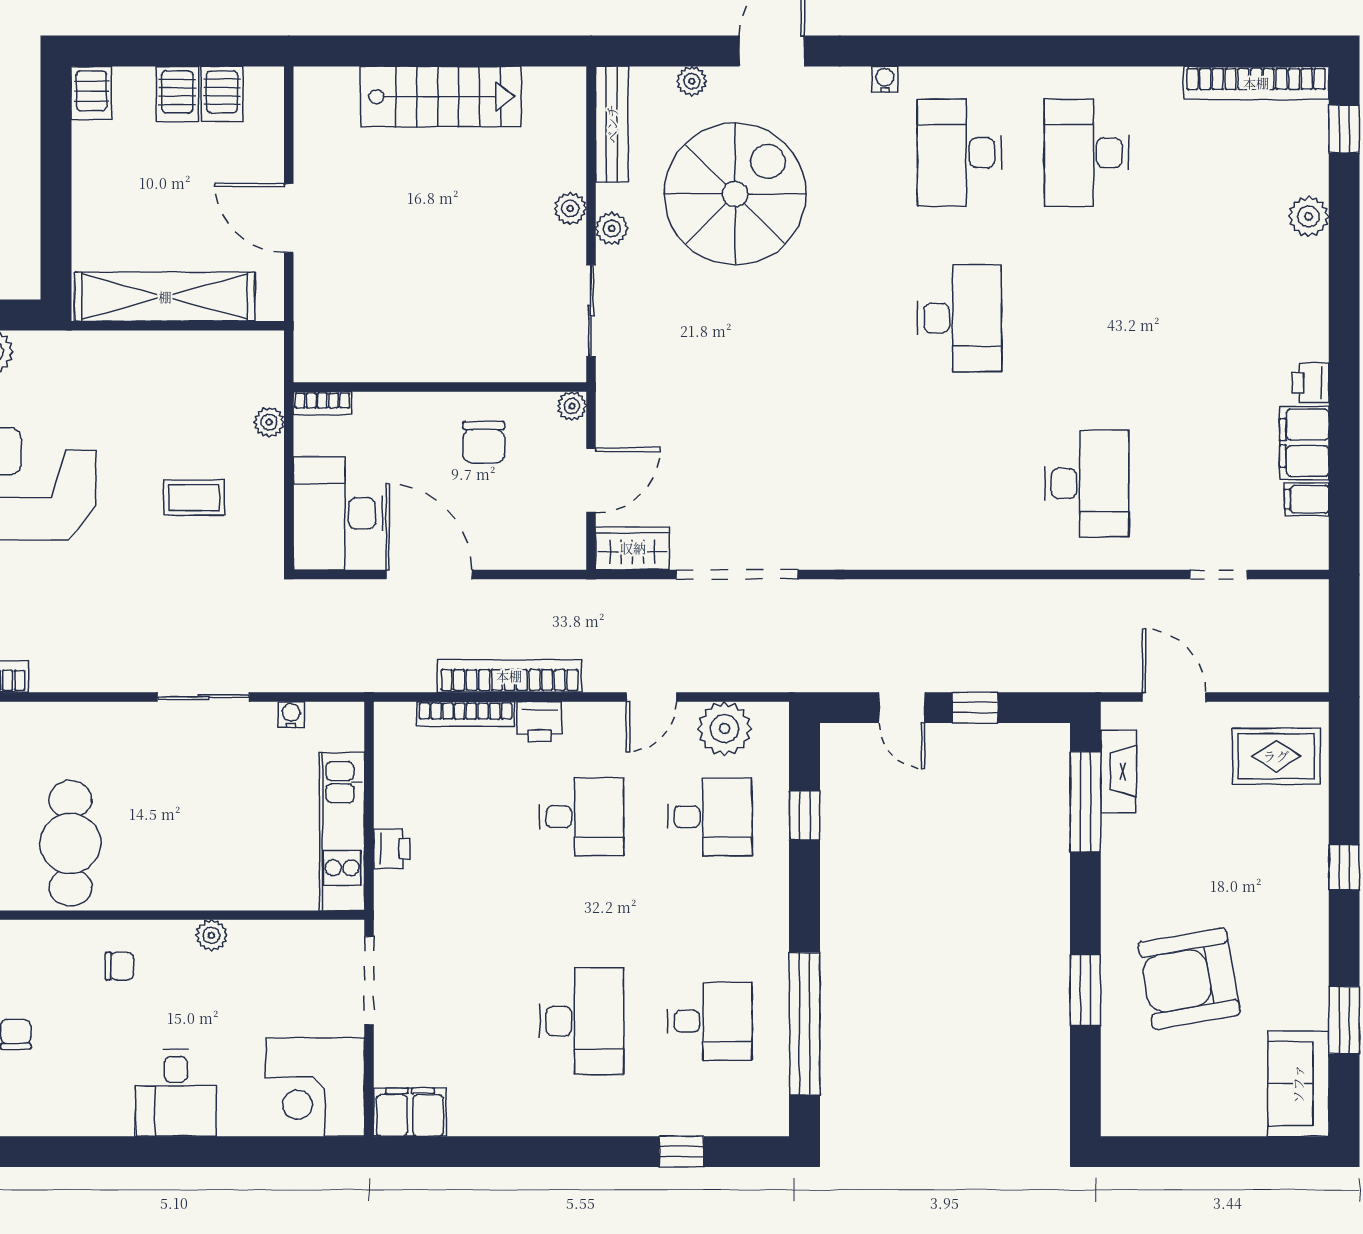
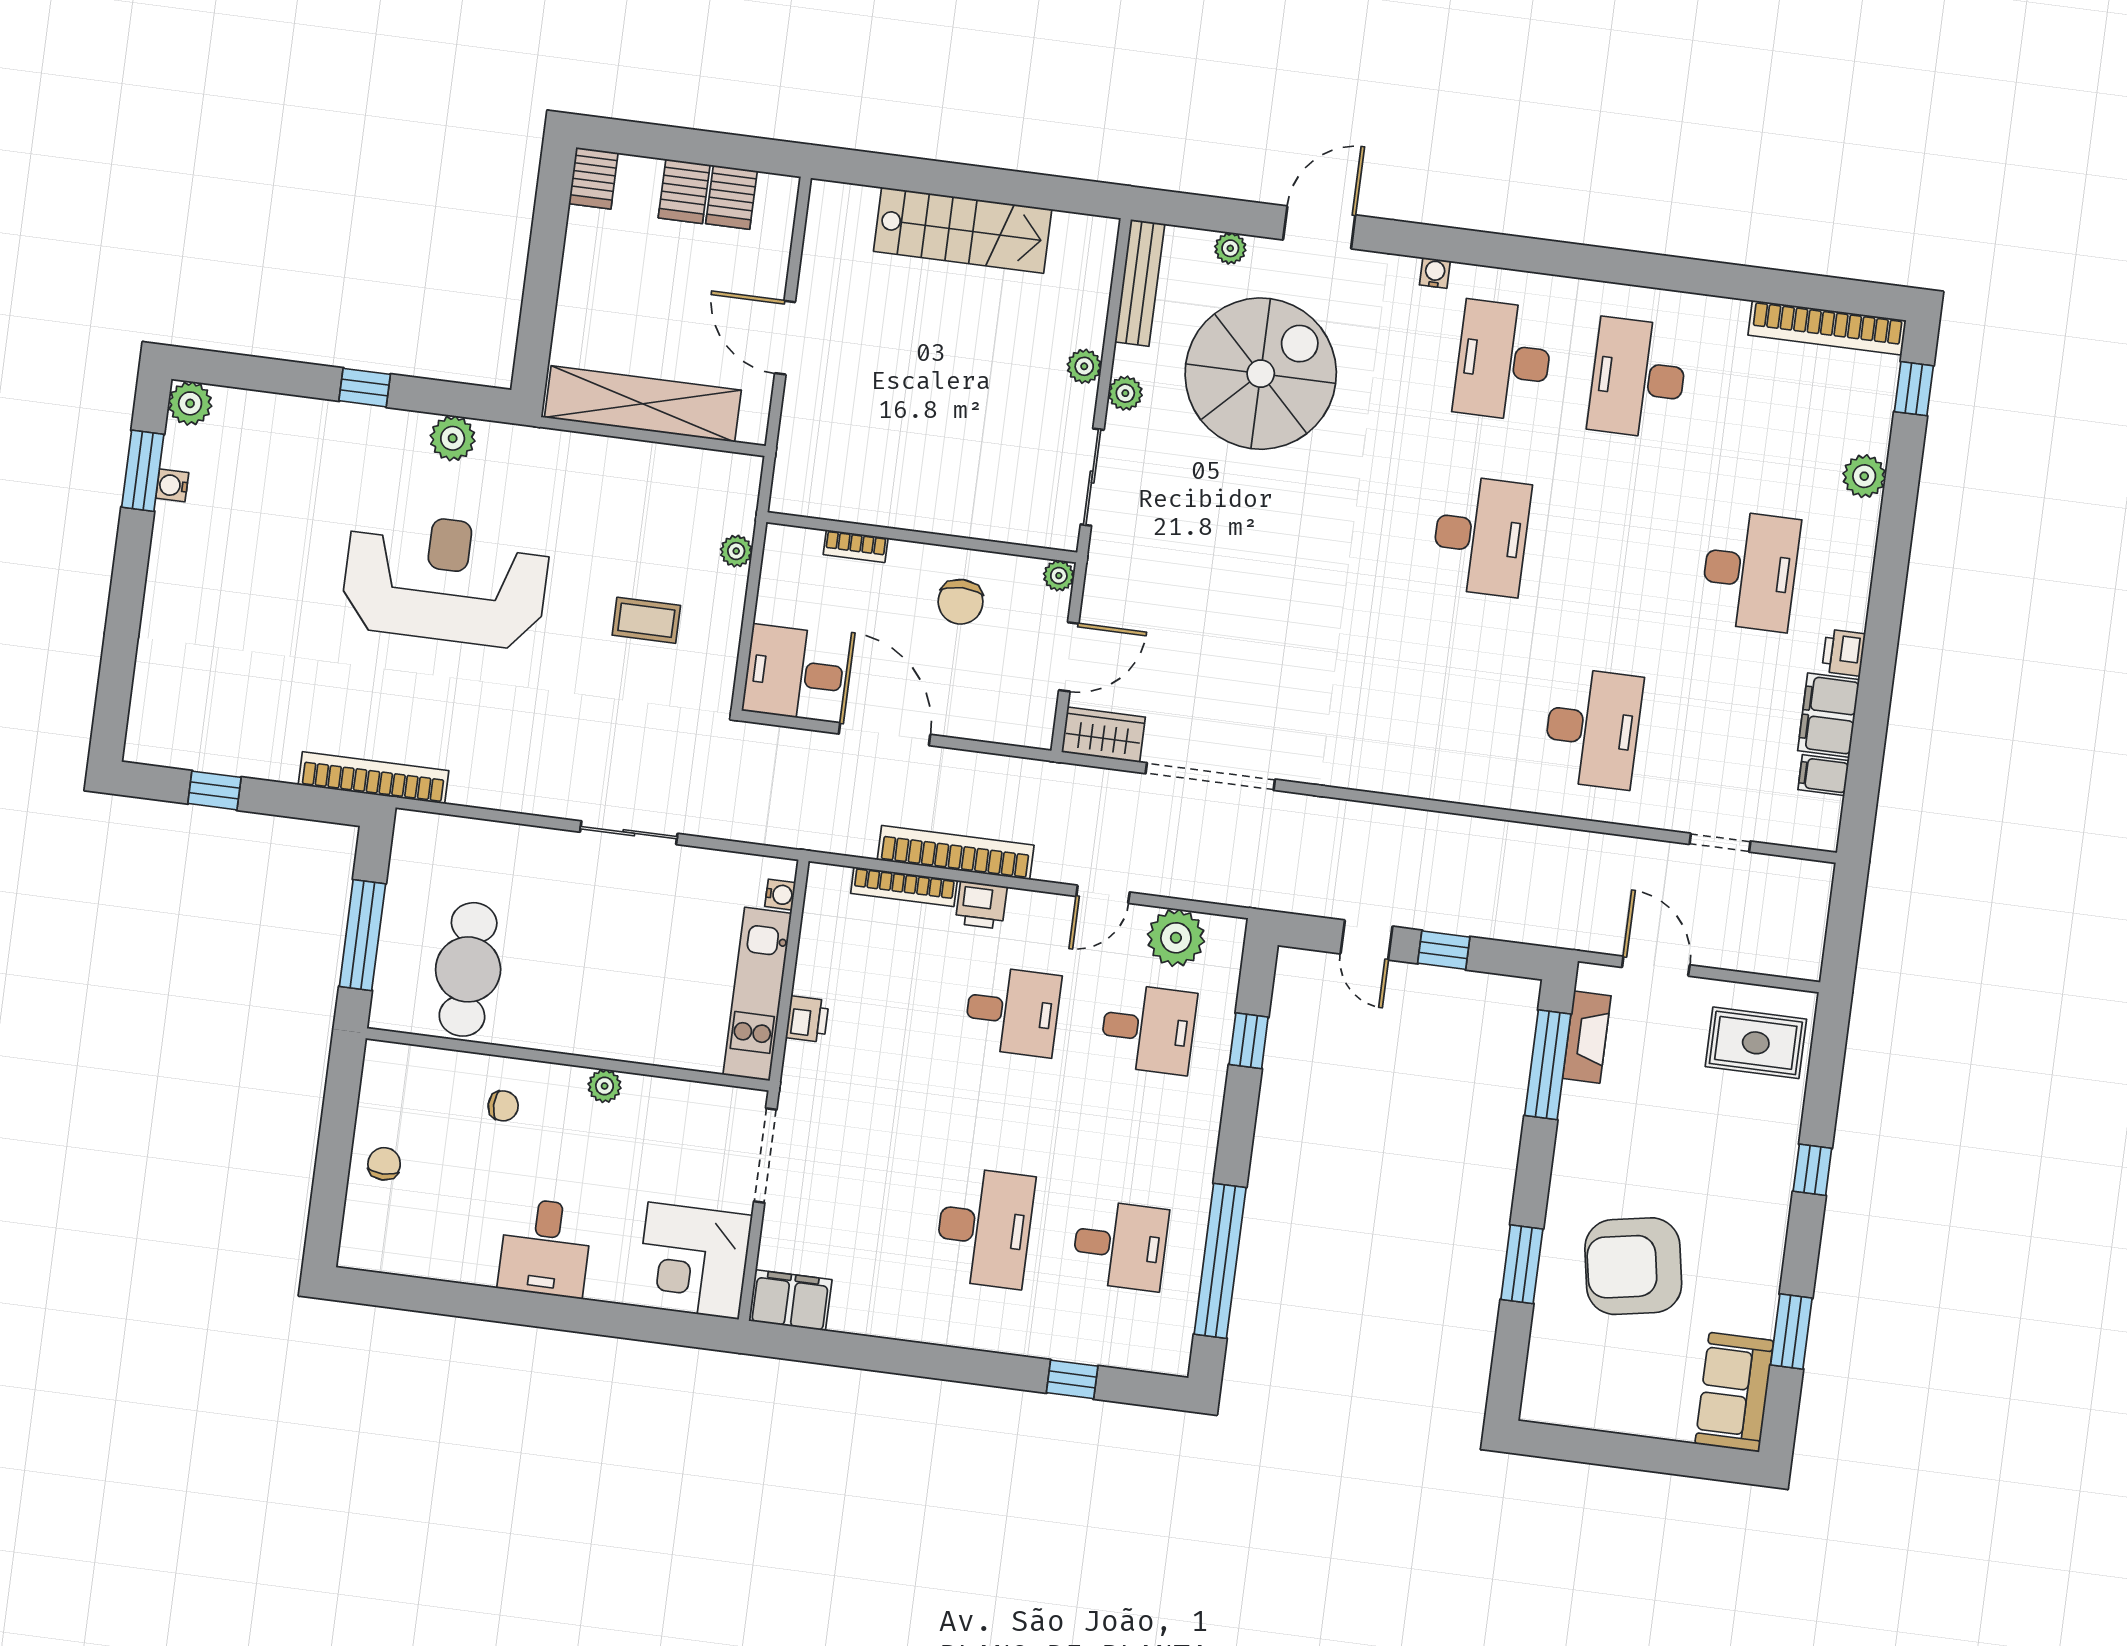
desk: (1214, 318) -> (1750, 571), added
bookcase: (322, 403) -> (856, 546), moved
desk: (338, 513) -> (794, 673), width x0.73
water cooler: (291, 715) -> (780, 895), moved, turned 90

